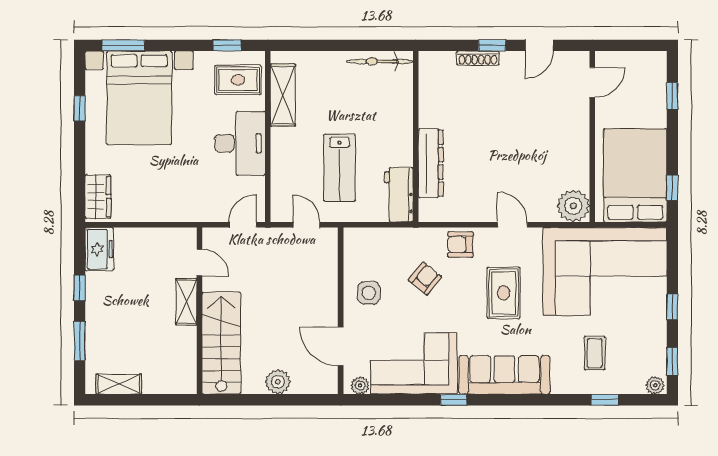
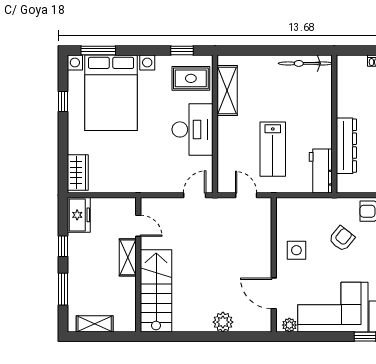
door: (199, 263) -> (138, 226), moved
shelving: (186, 302) -> (128, 257), moved
wall: (199, 311) -> (138, 265), moved
stairs: (221, 343) -> (156, 291), moved

